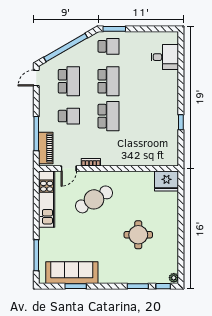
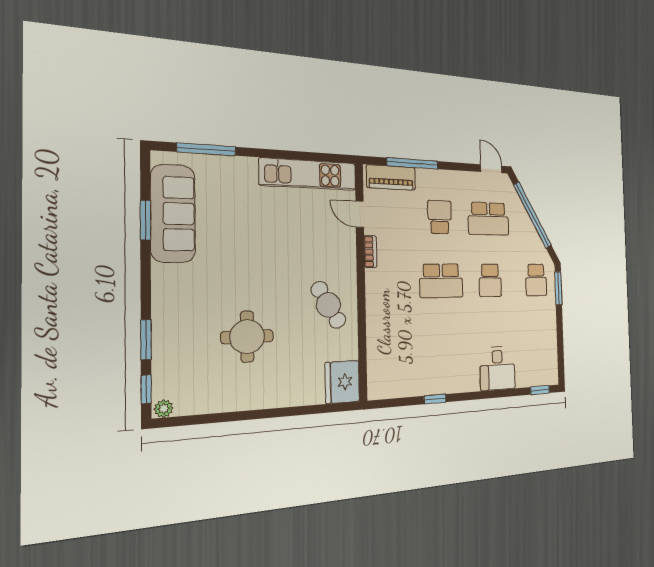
window: (181, 46) -> (540, 390), added
desk: (165, 57) -> (497, 368), moved
school desk: (109, 81) -> (490, 280), width x0.54
school desk: (69, 116) -> (440, 217), turned 180
cafe table: (94, 199) -> (328, 305), moved, width x0.73, depth x0.74

